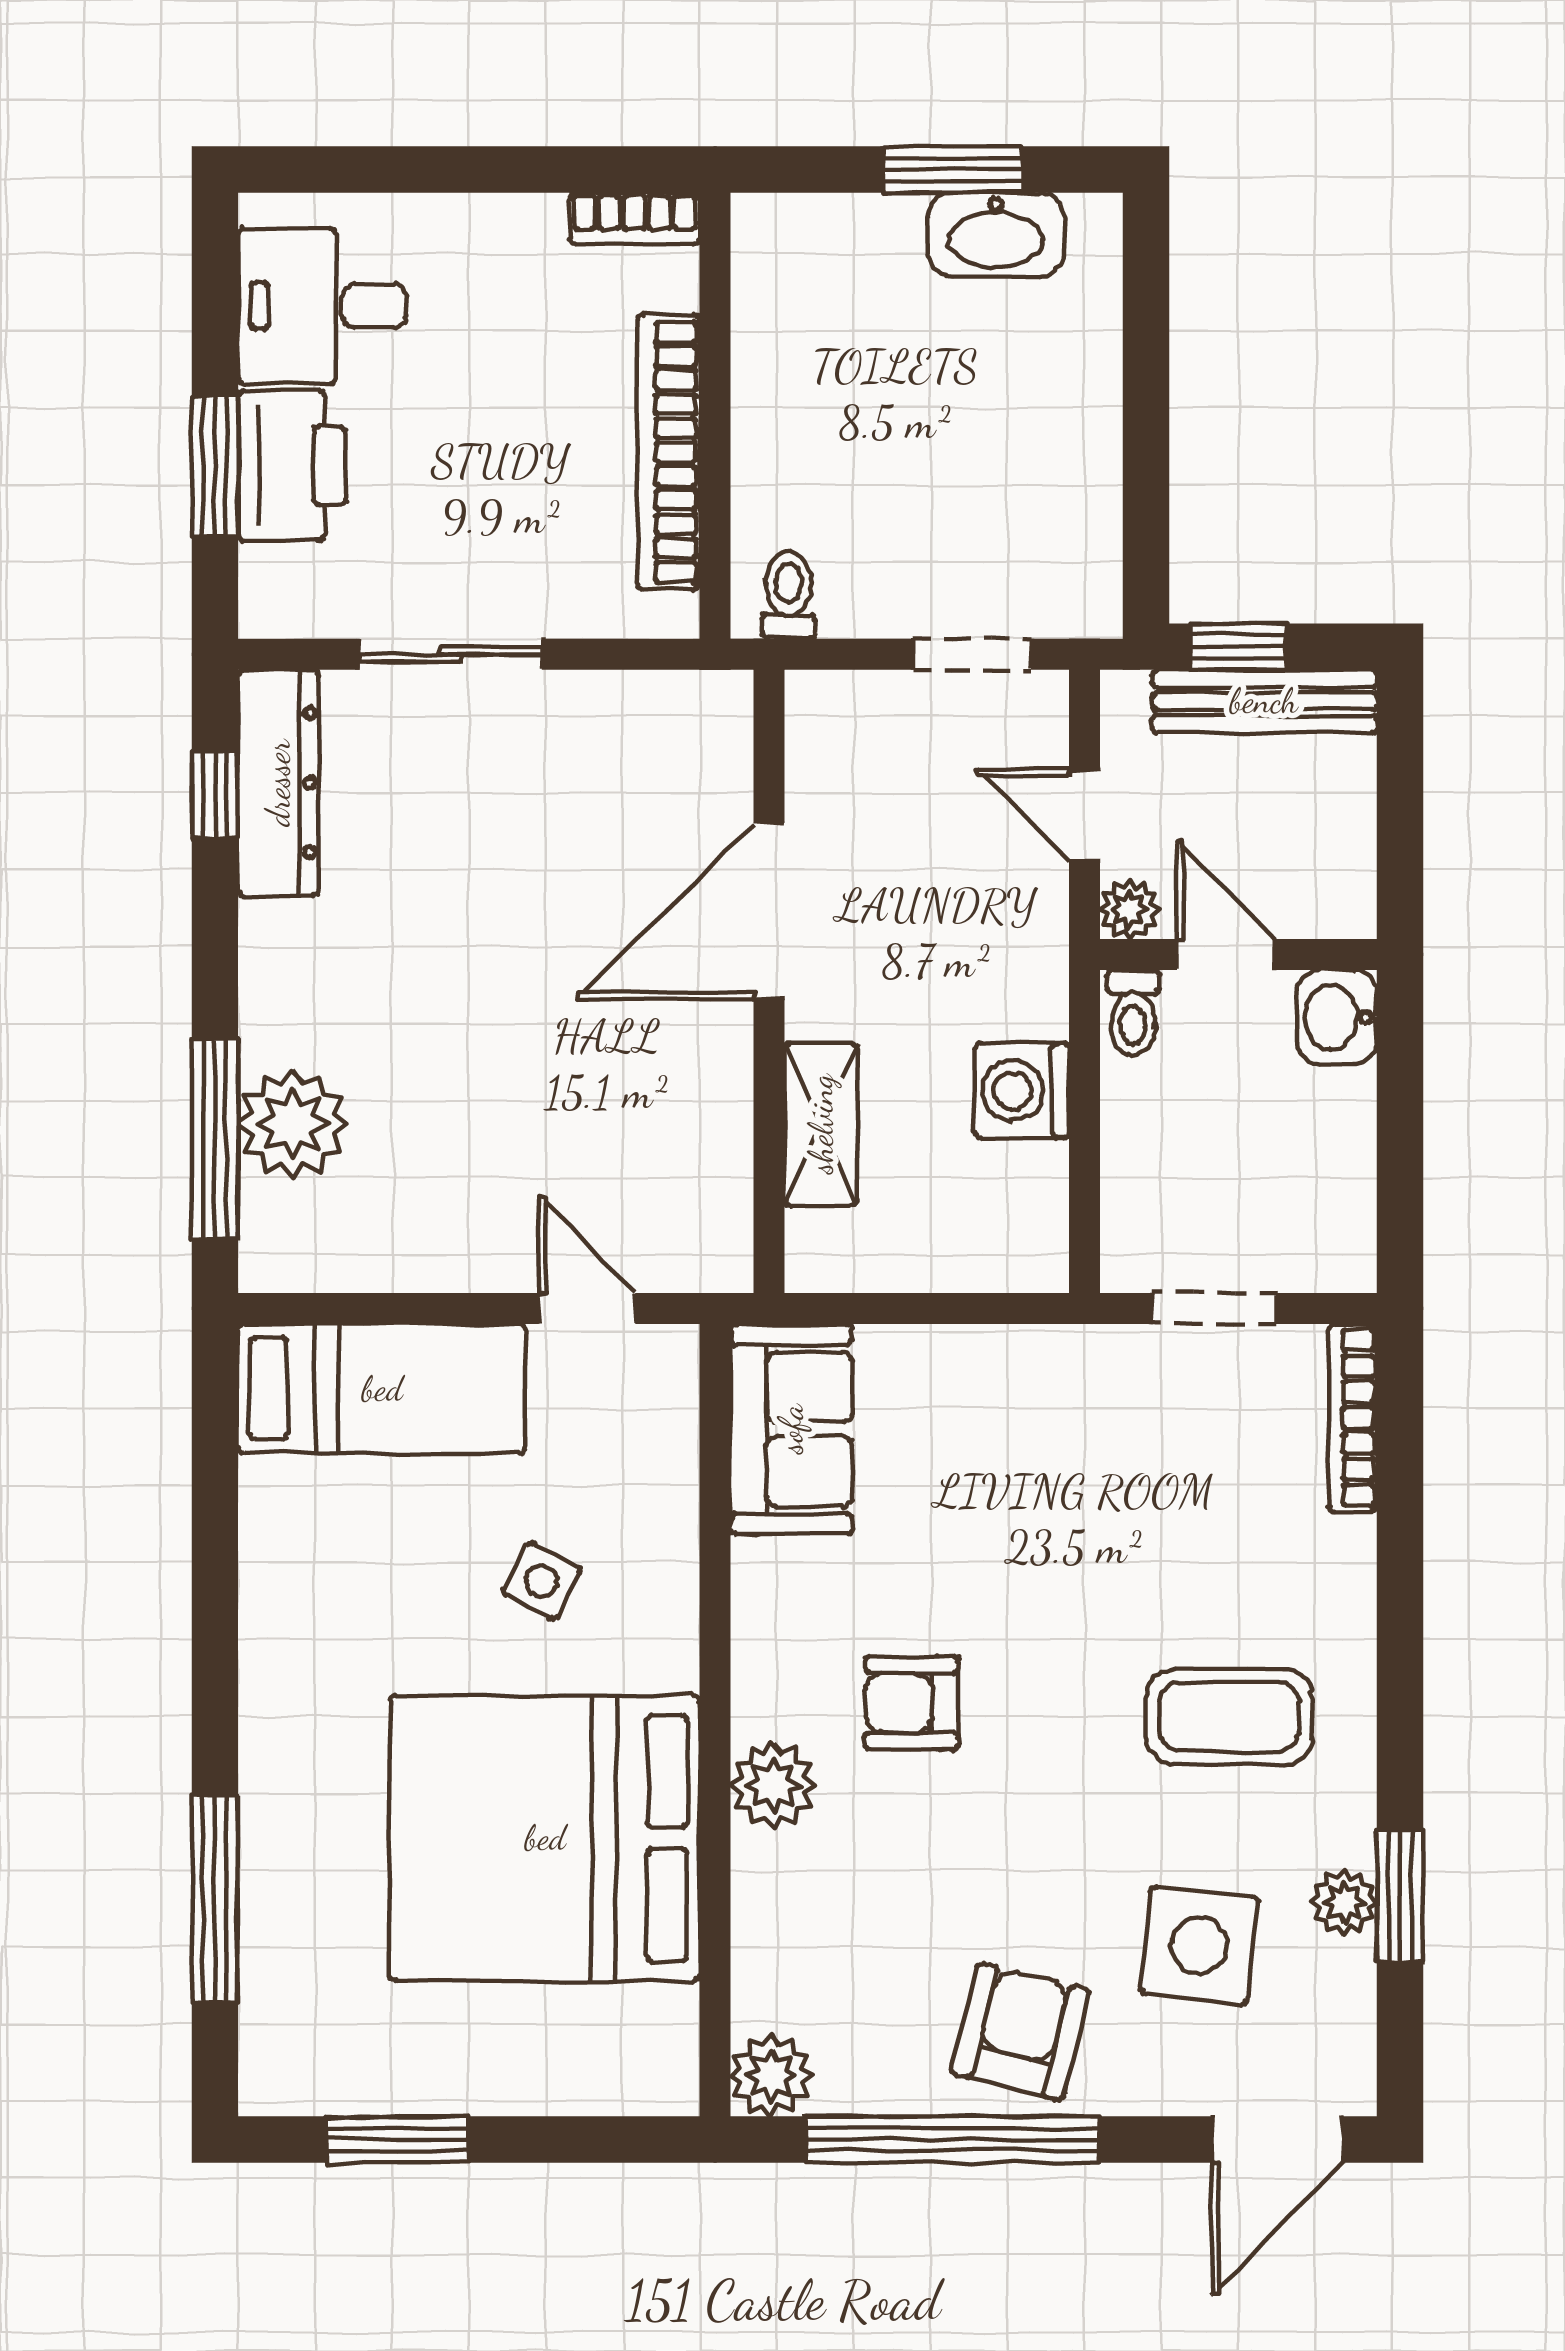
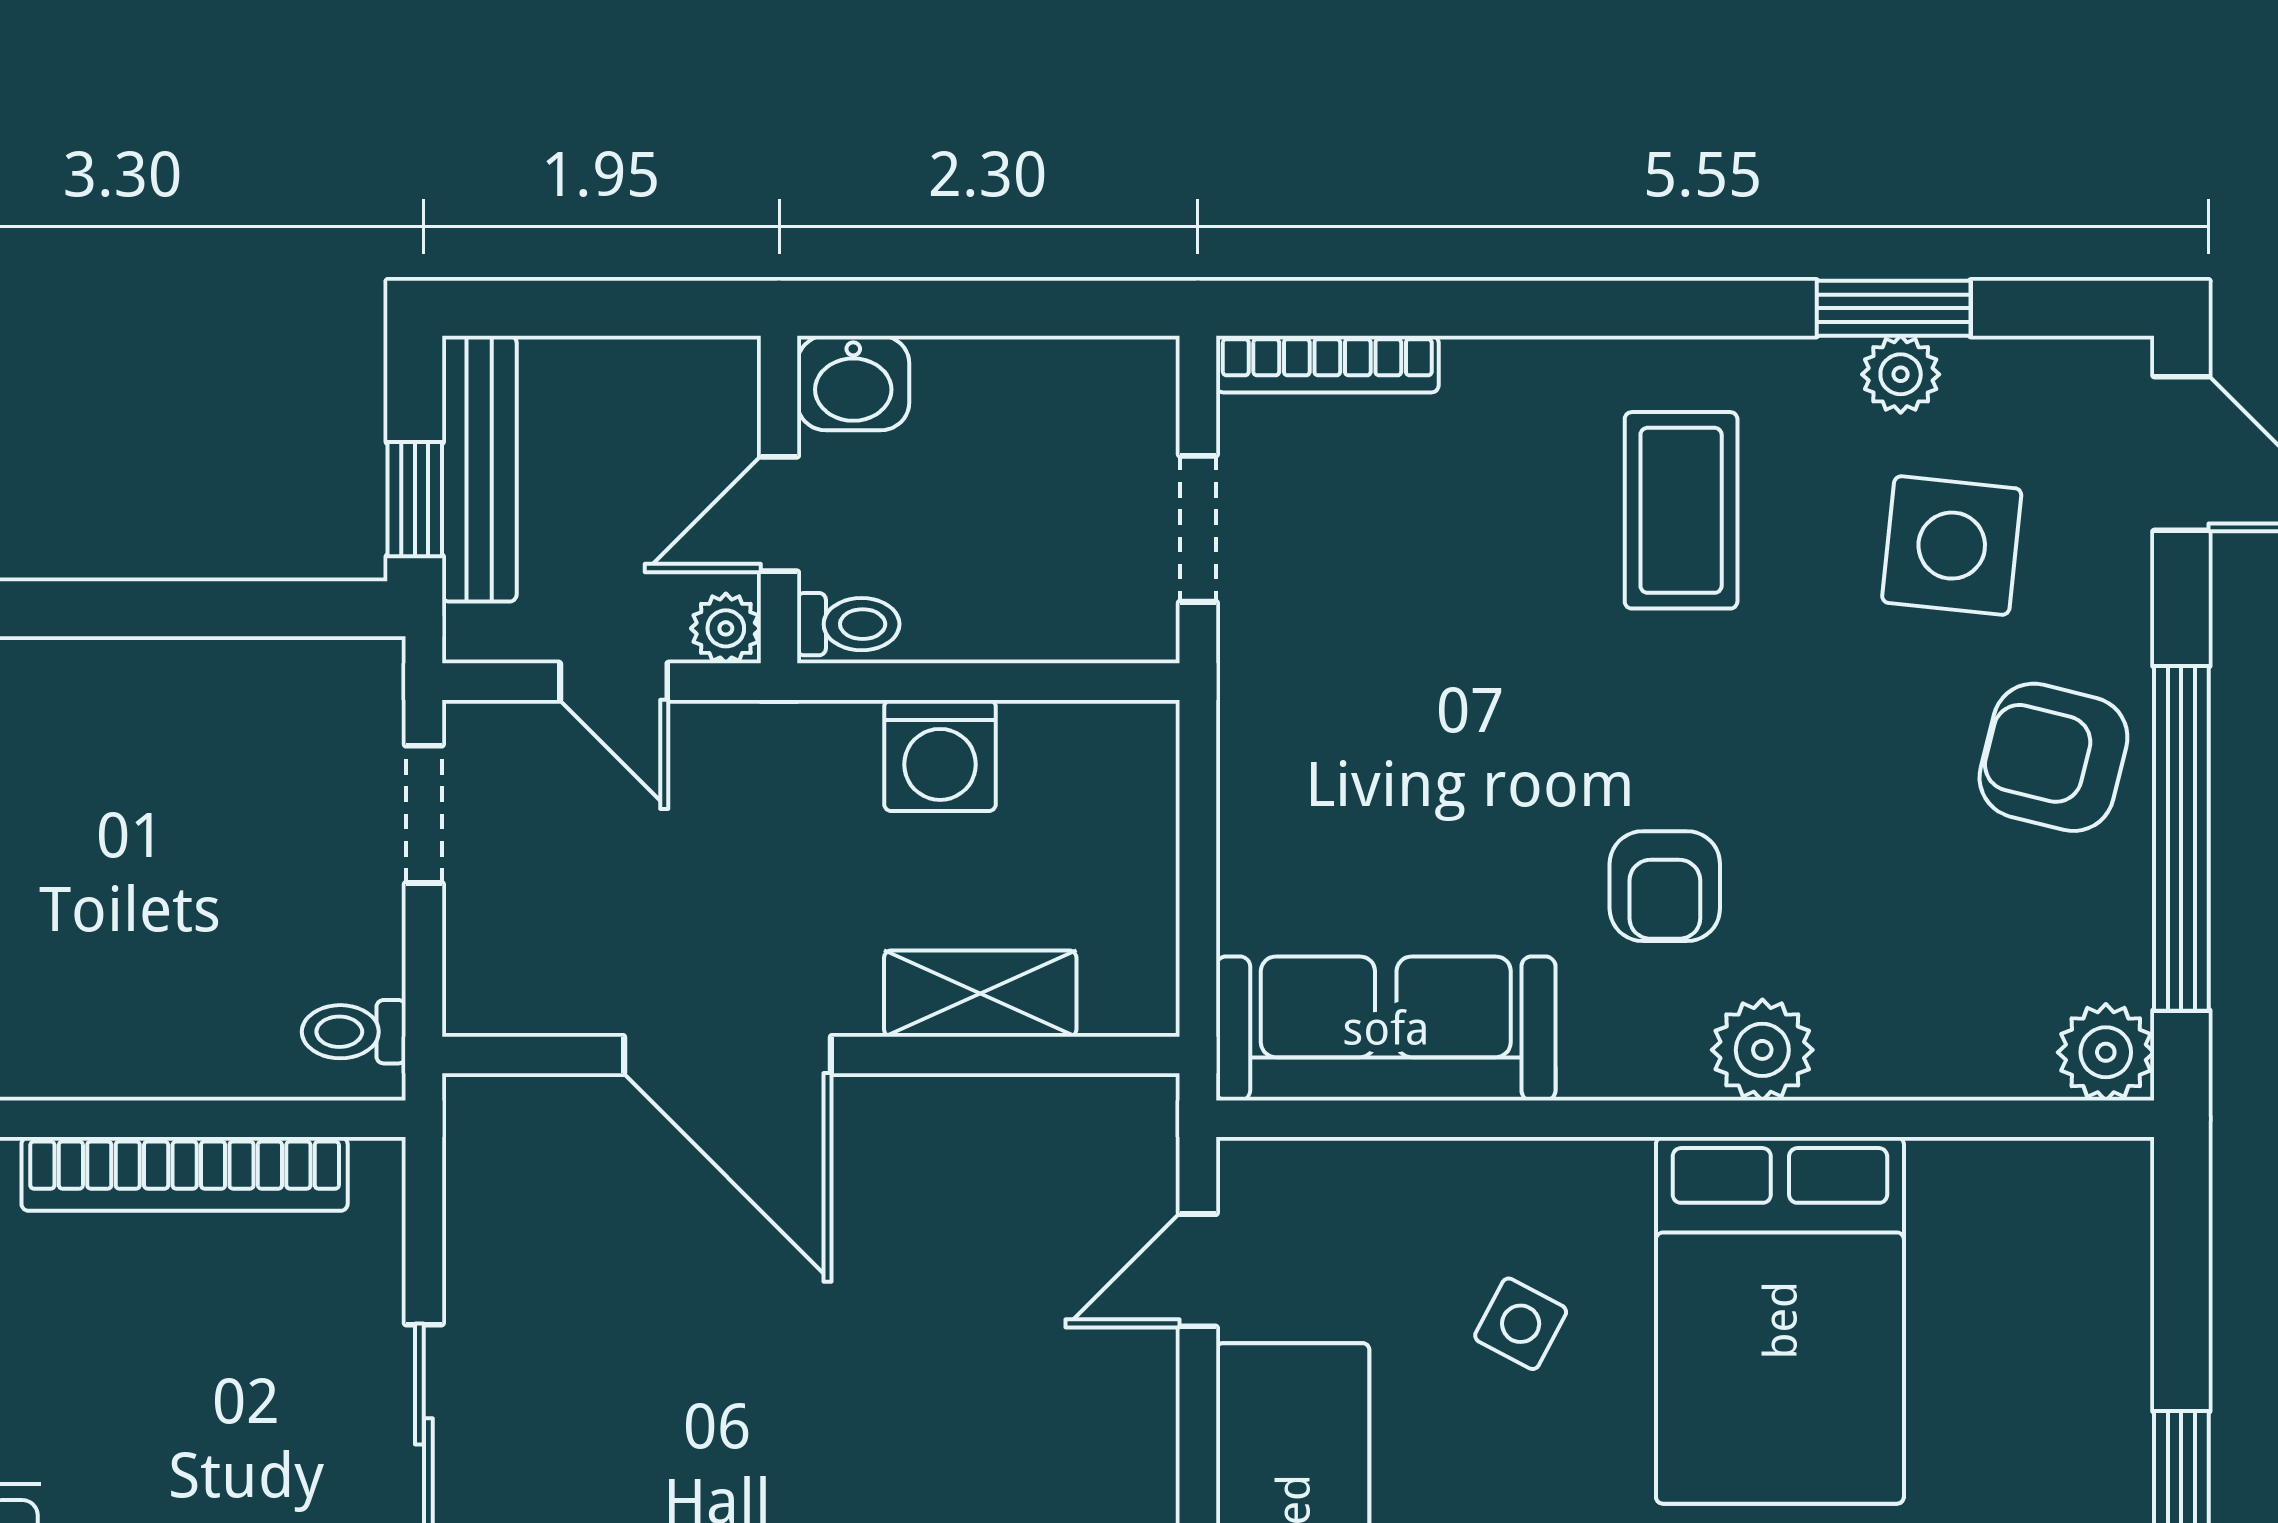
door: (1084, 815) -> (614, 682), hinge flipped
sofa: (791, 1429) -> (1386, 1028), width x1.36
bed: (545, 1838) -> (1780, 1320), width x0.73

